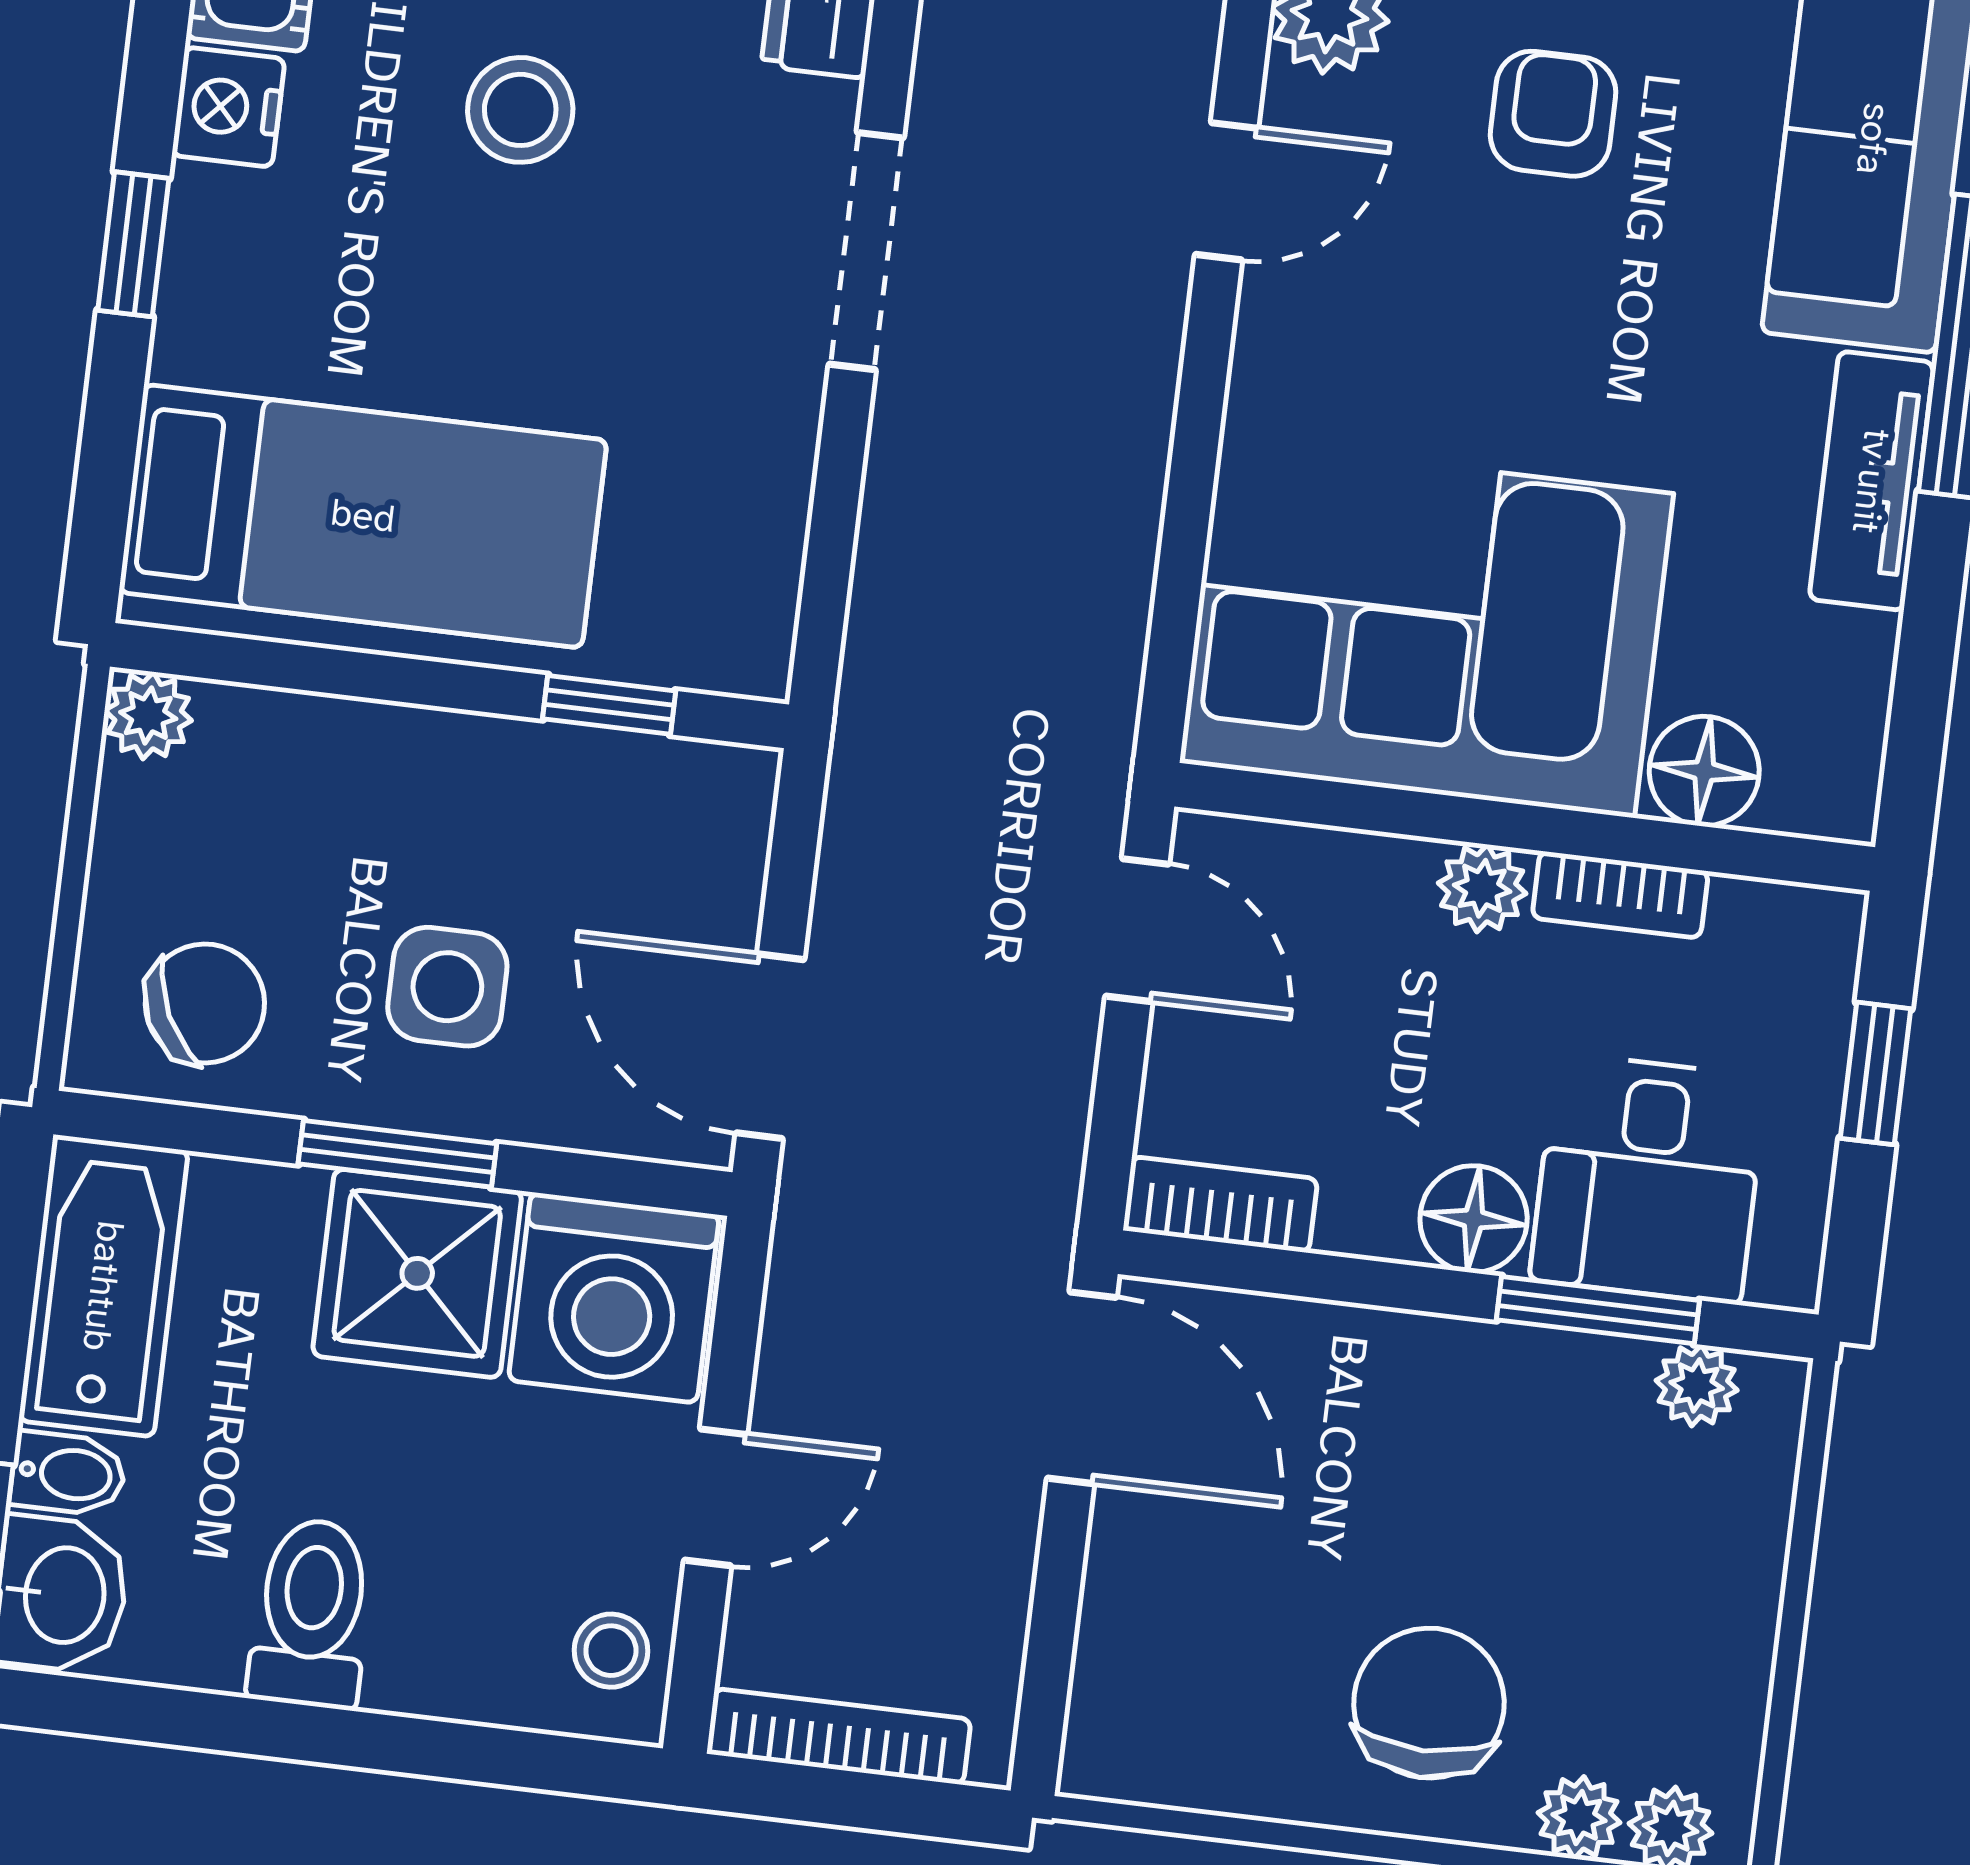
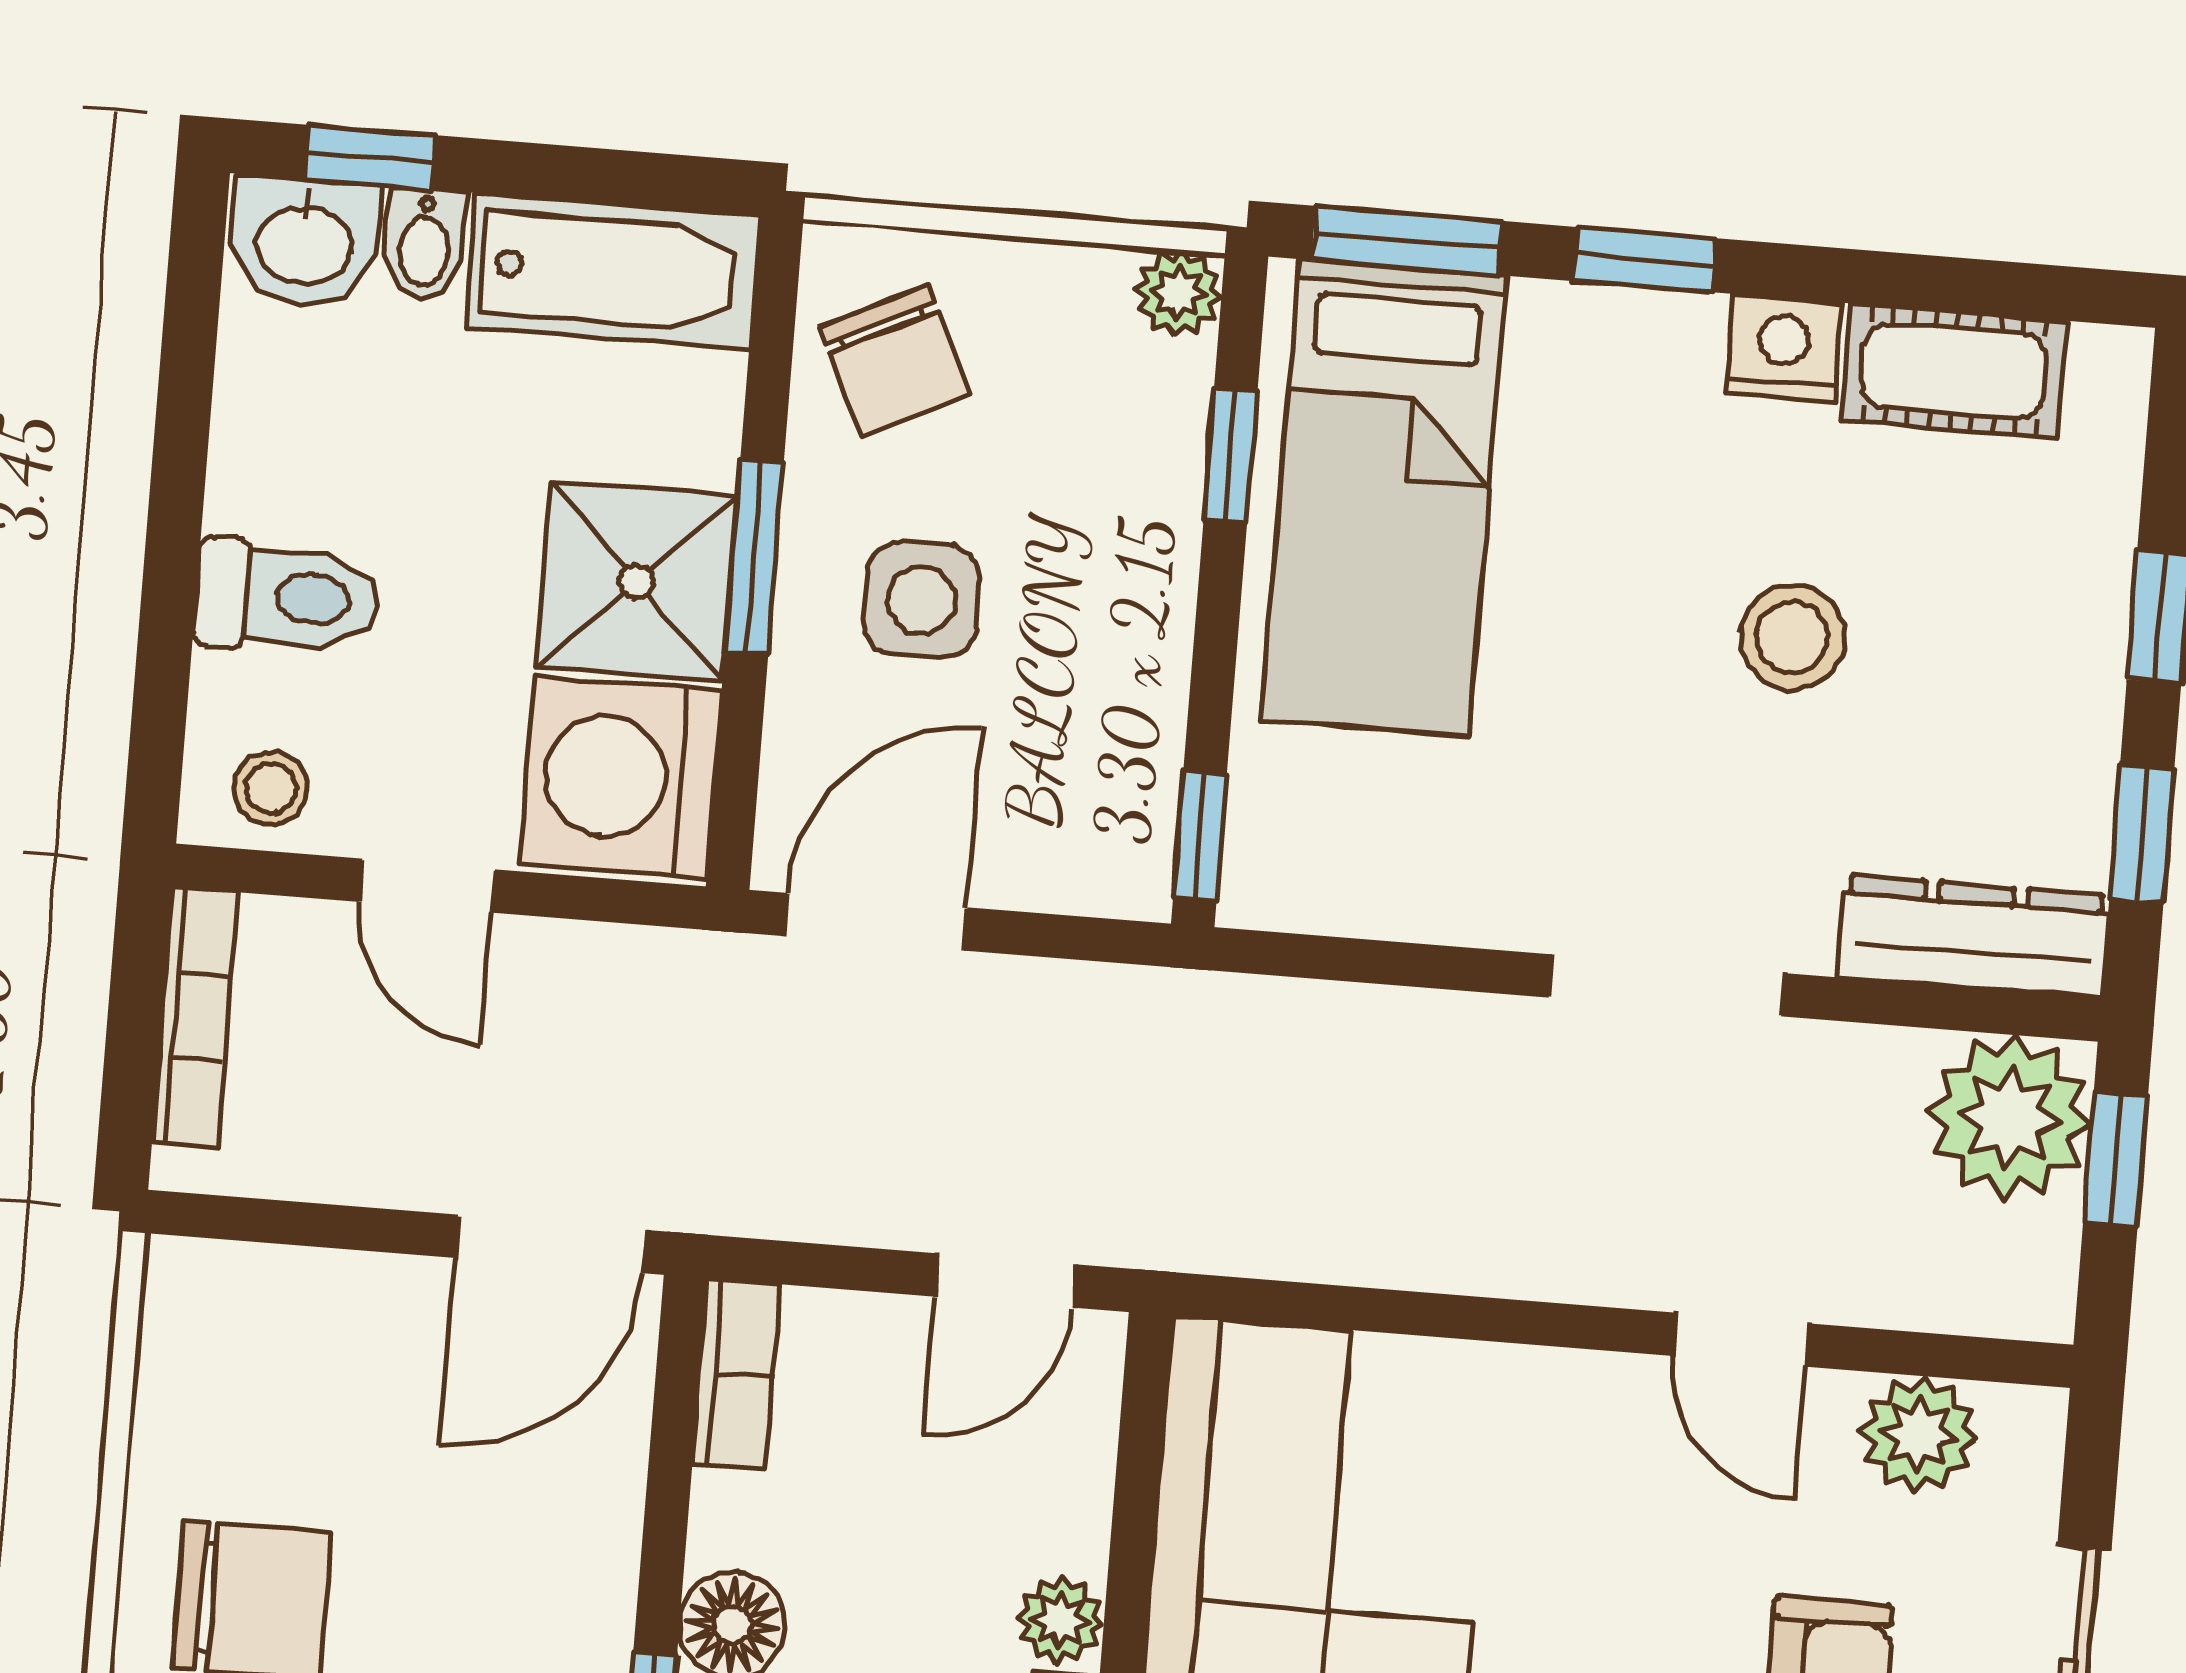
window: (105, 483) -> (1407, 241), added
window: (315, 669) -> (1230, 456), added
window: (609, 705) -> (1200, 836), moved
toilet: (311, 1613) -> (287, 597), moved

